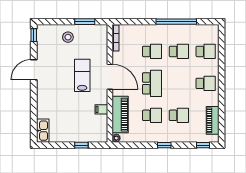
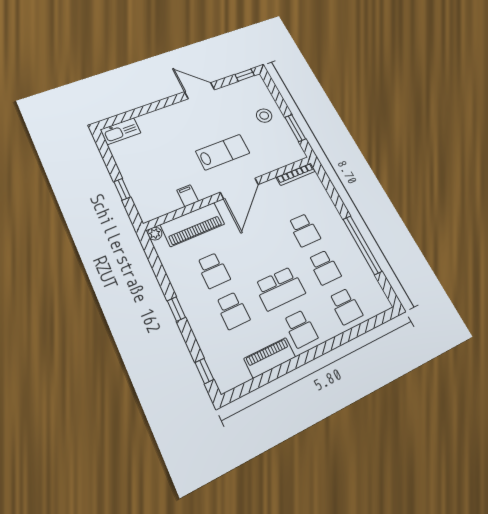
school desk: (152, 83) -> (280, 288), moved
piano: (213, 120) -> (270, 358), moved

